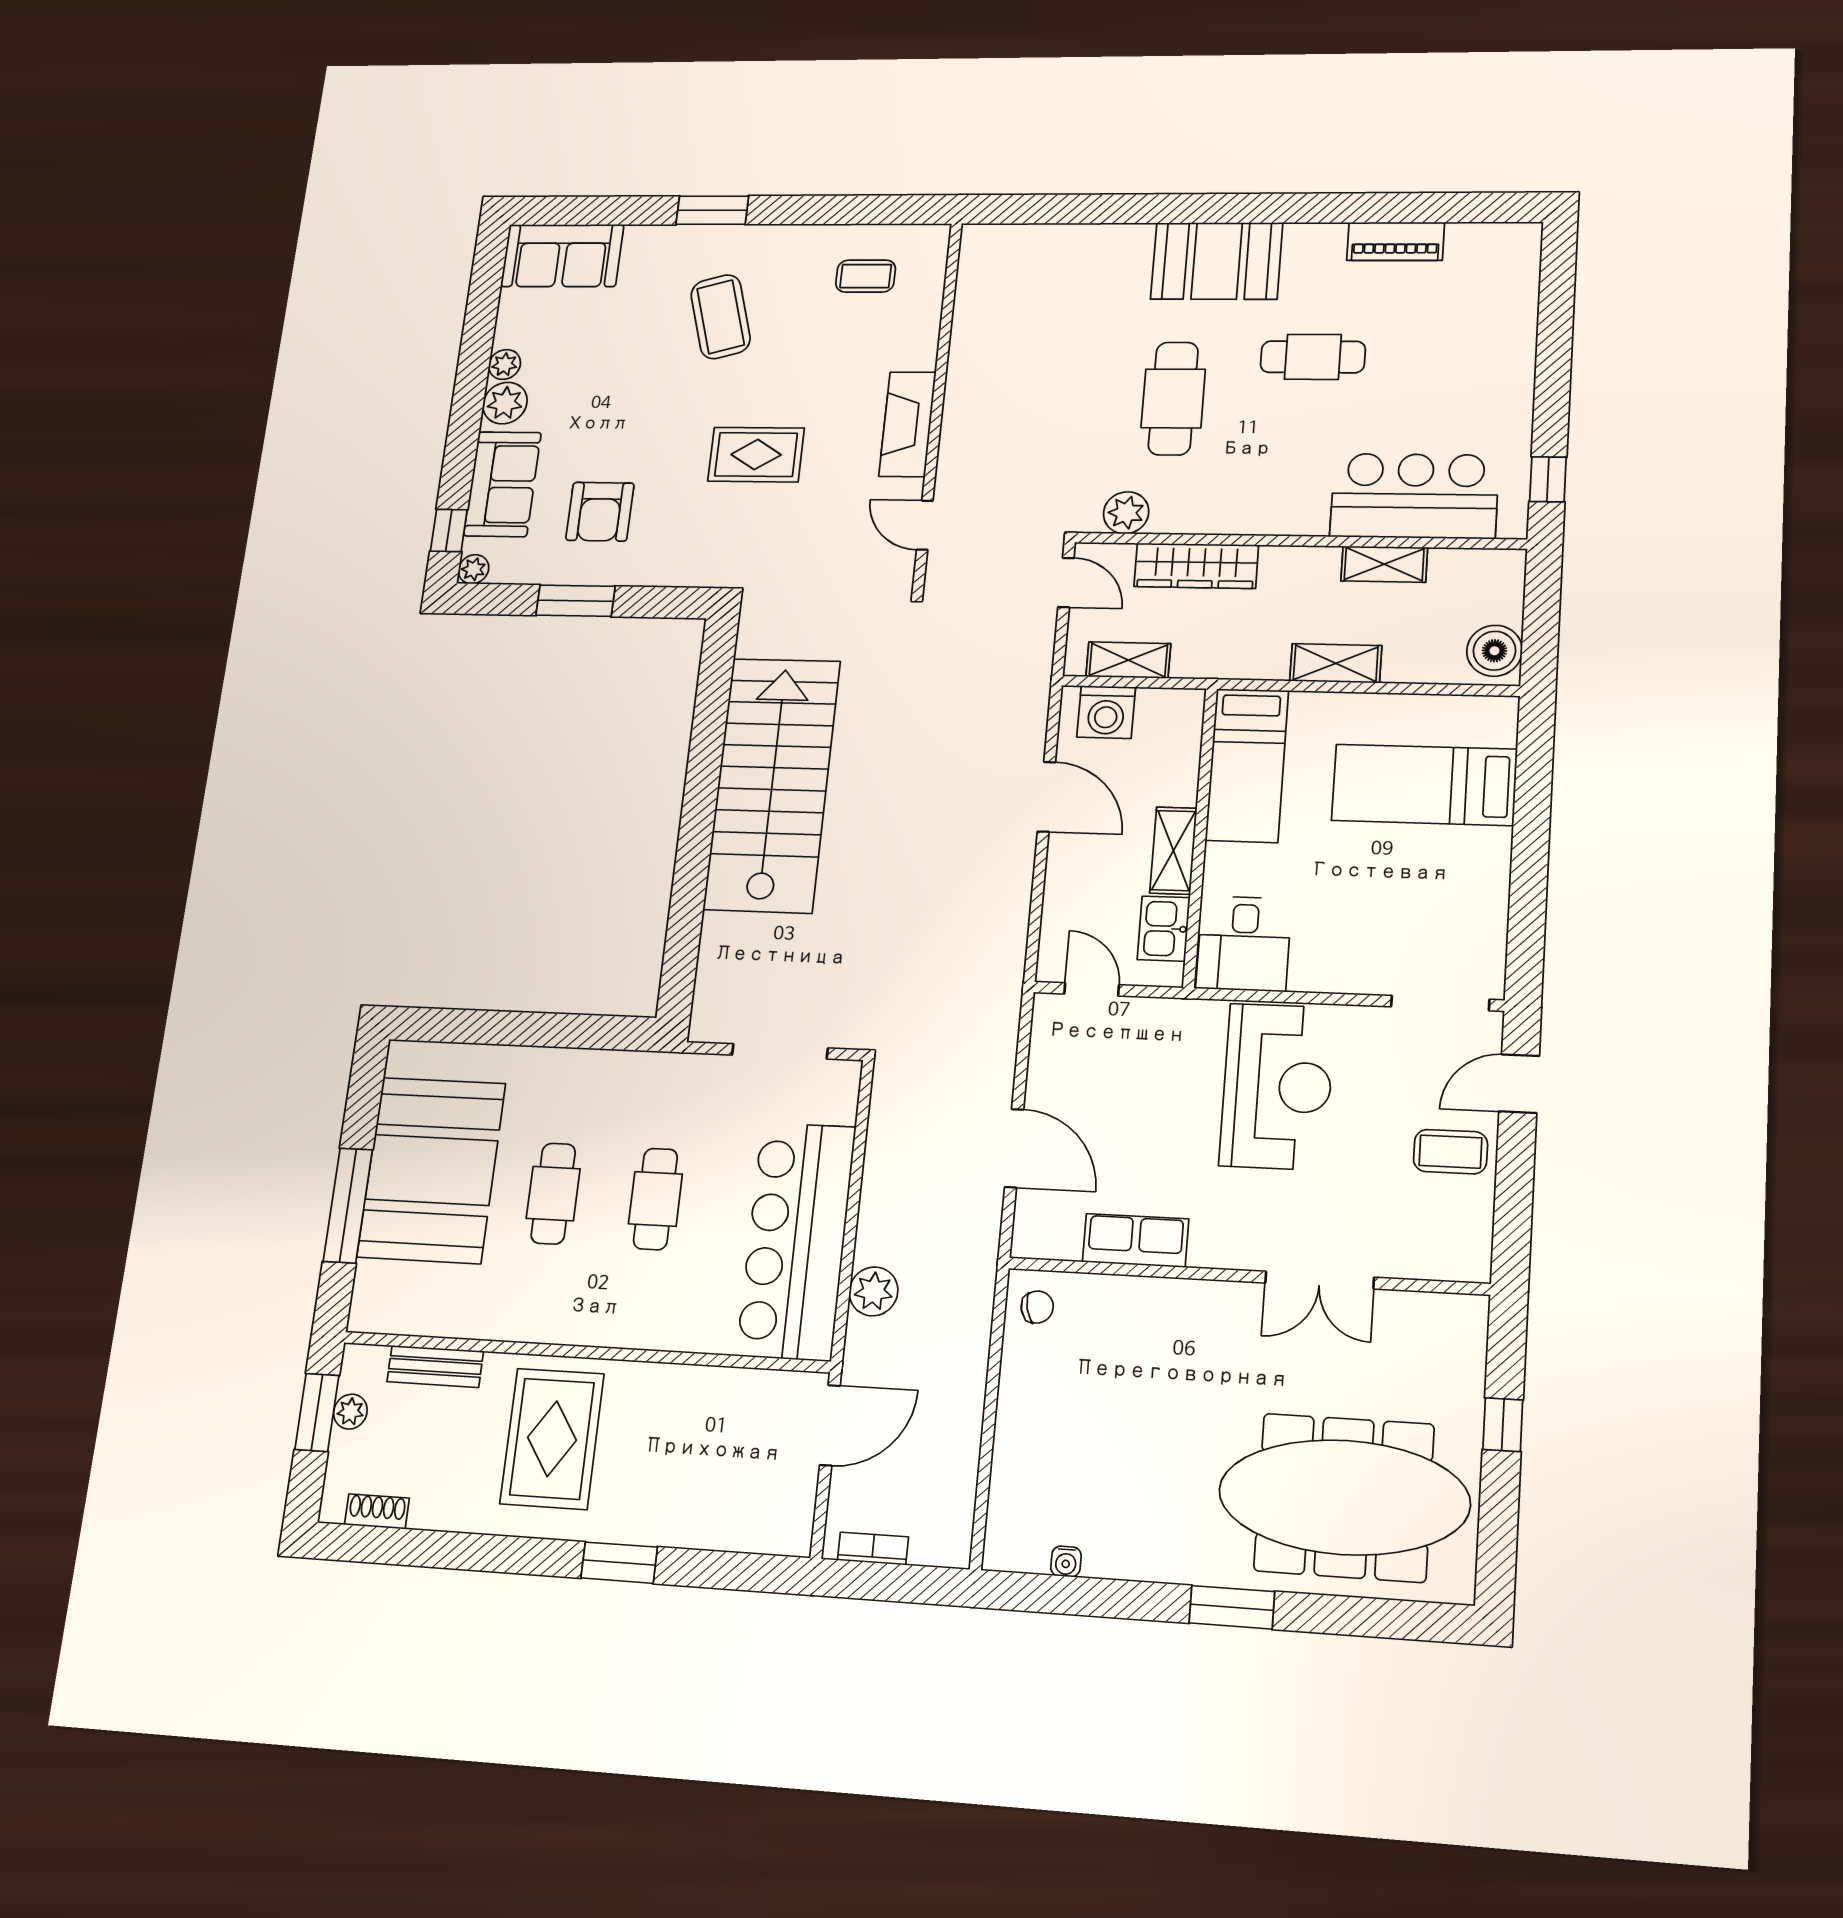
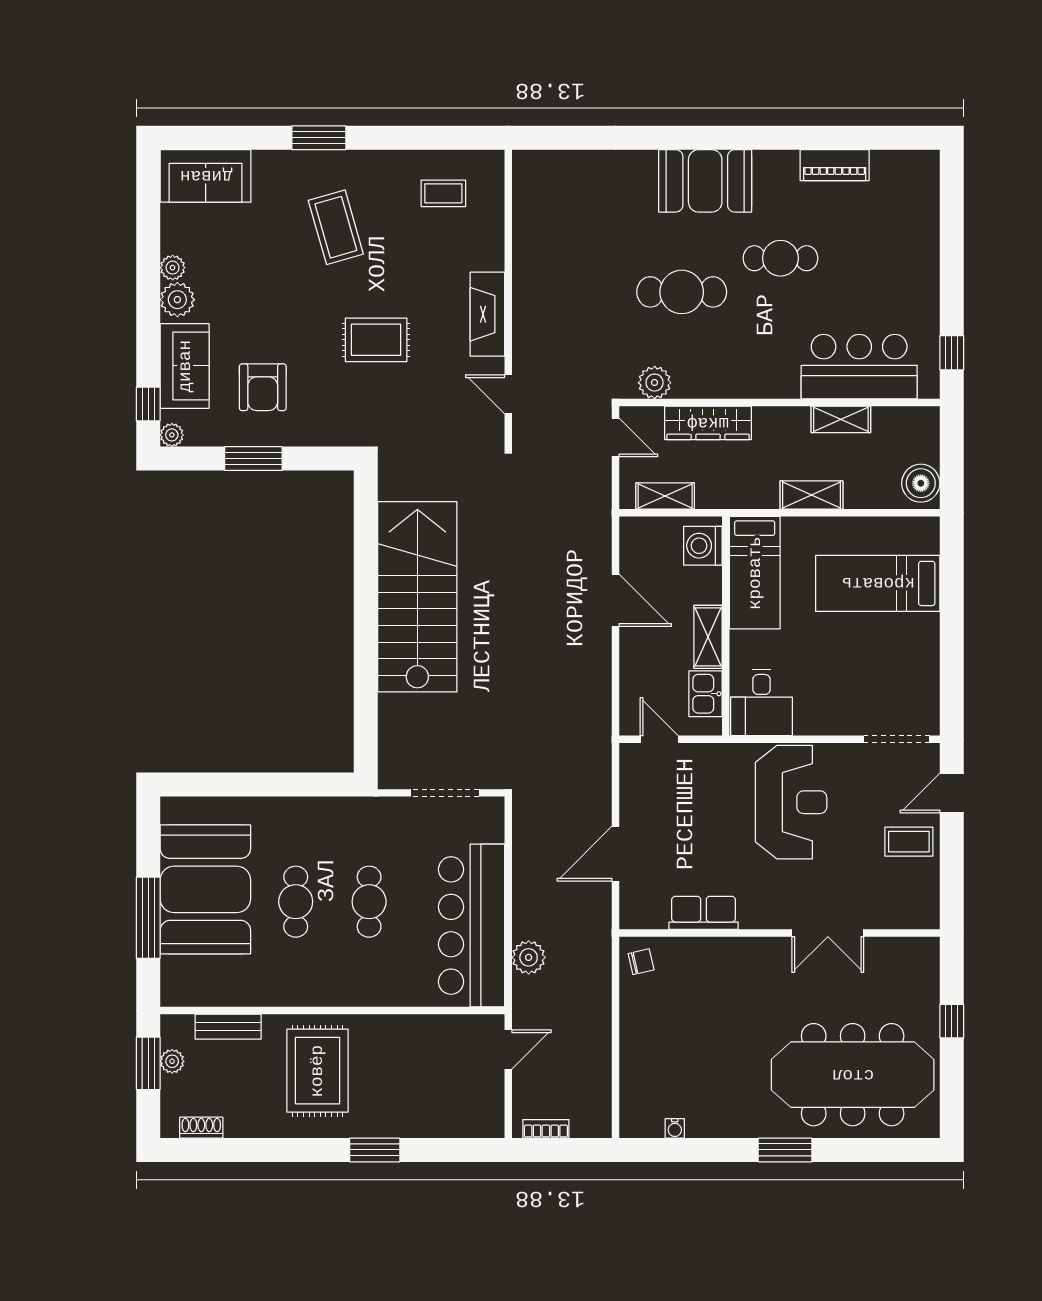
cafe table: (1173, 398) -> (682, 292), turned 90
washing machine: (1106, 712) -> (703, 546), moved, turned 90
door: (1014, 1148) -> (616, 854), swing flipped
door: (830, 1425) -> (508, 1049), width x0.73

